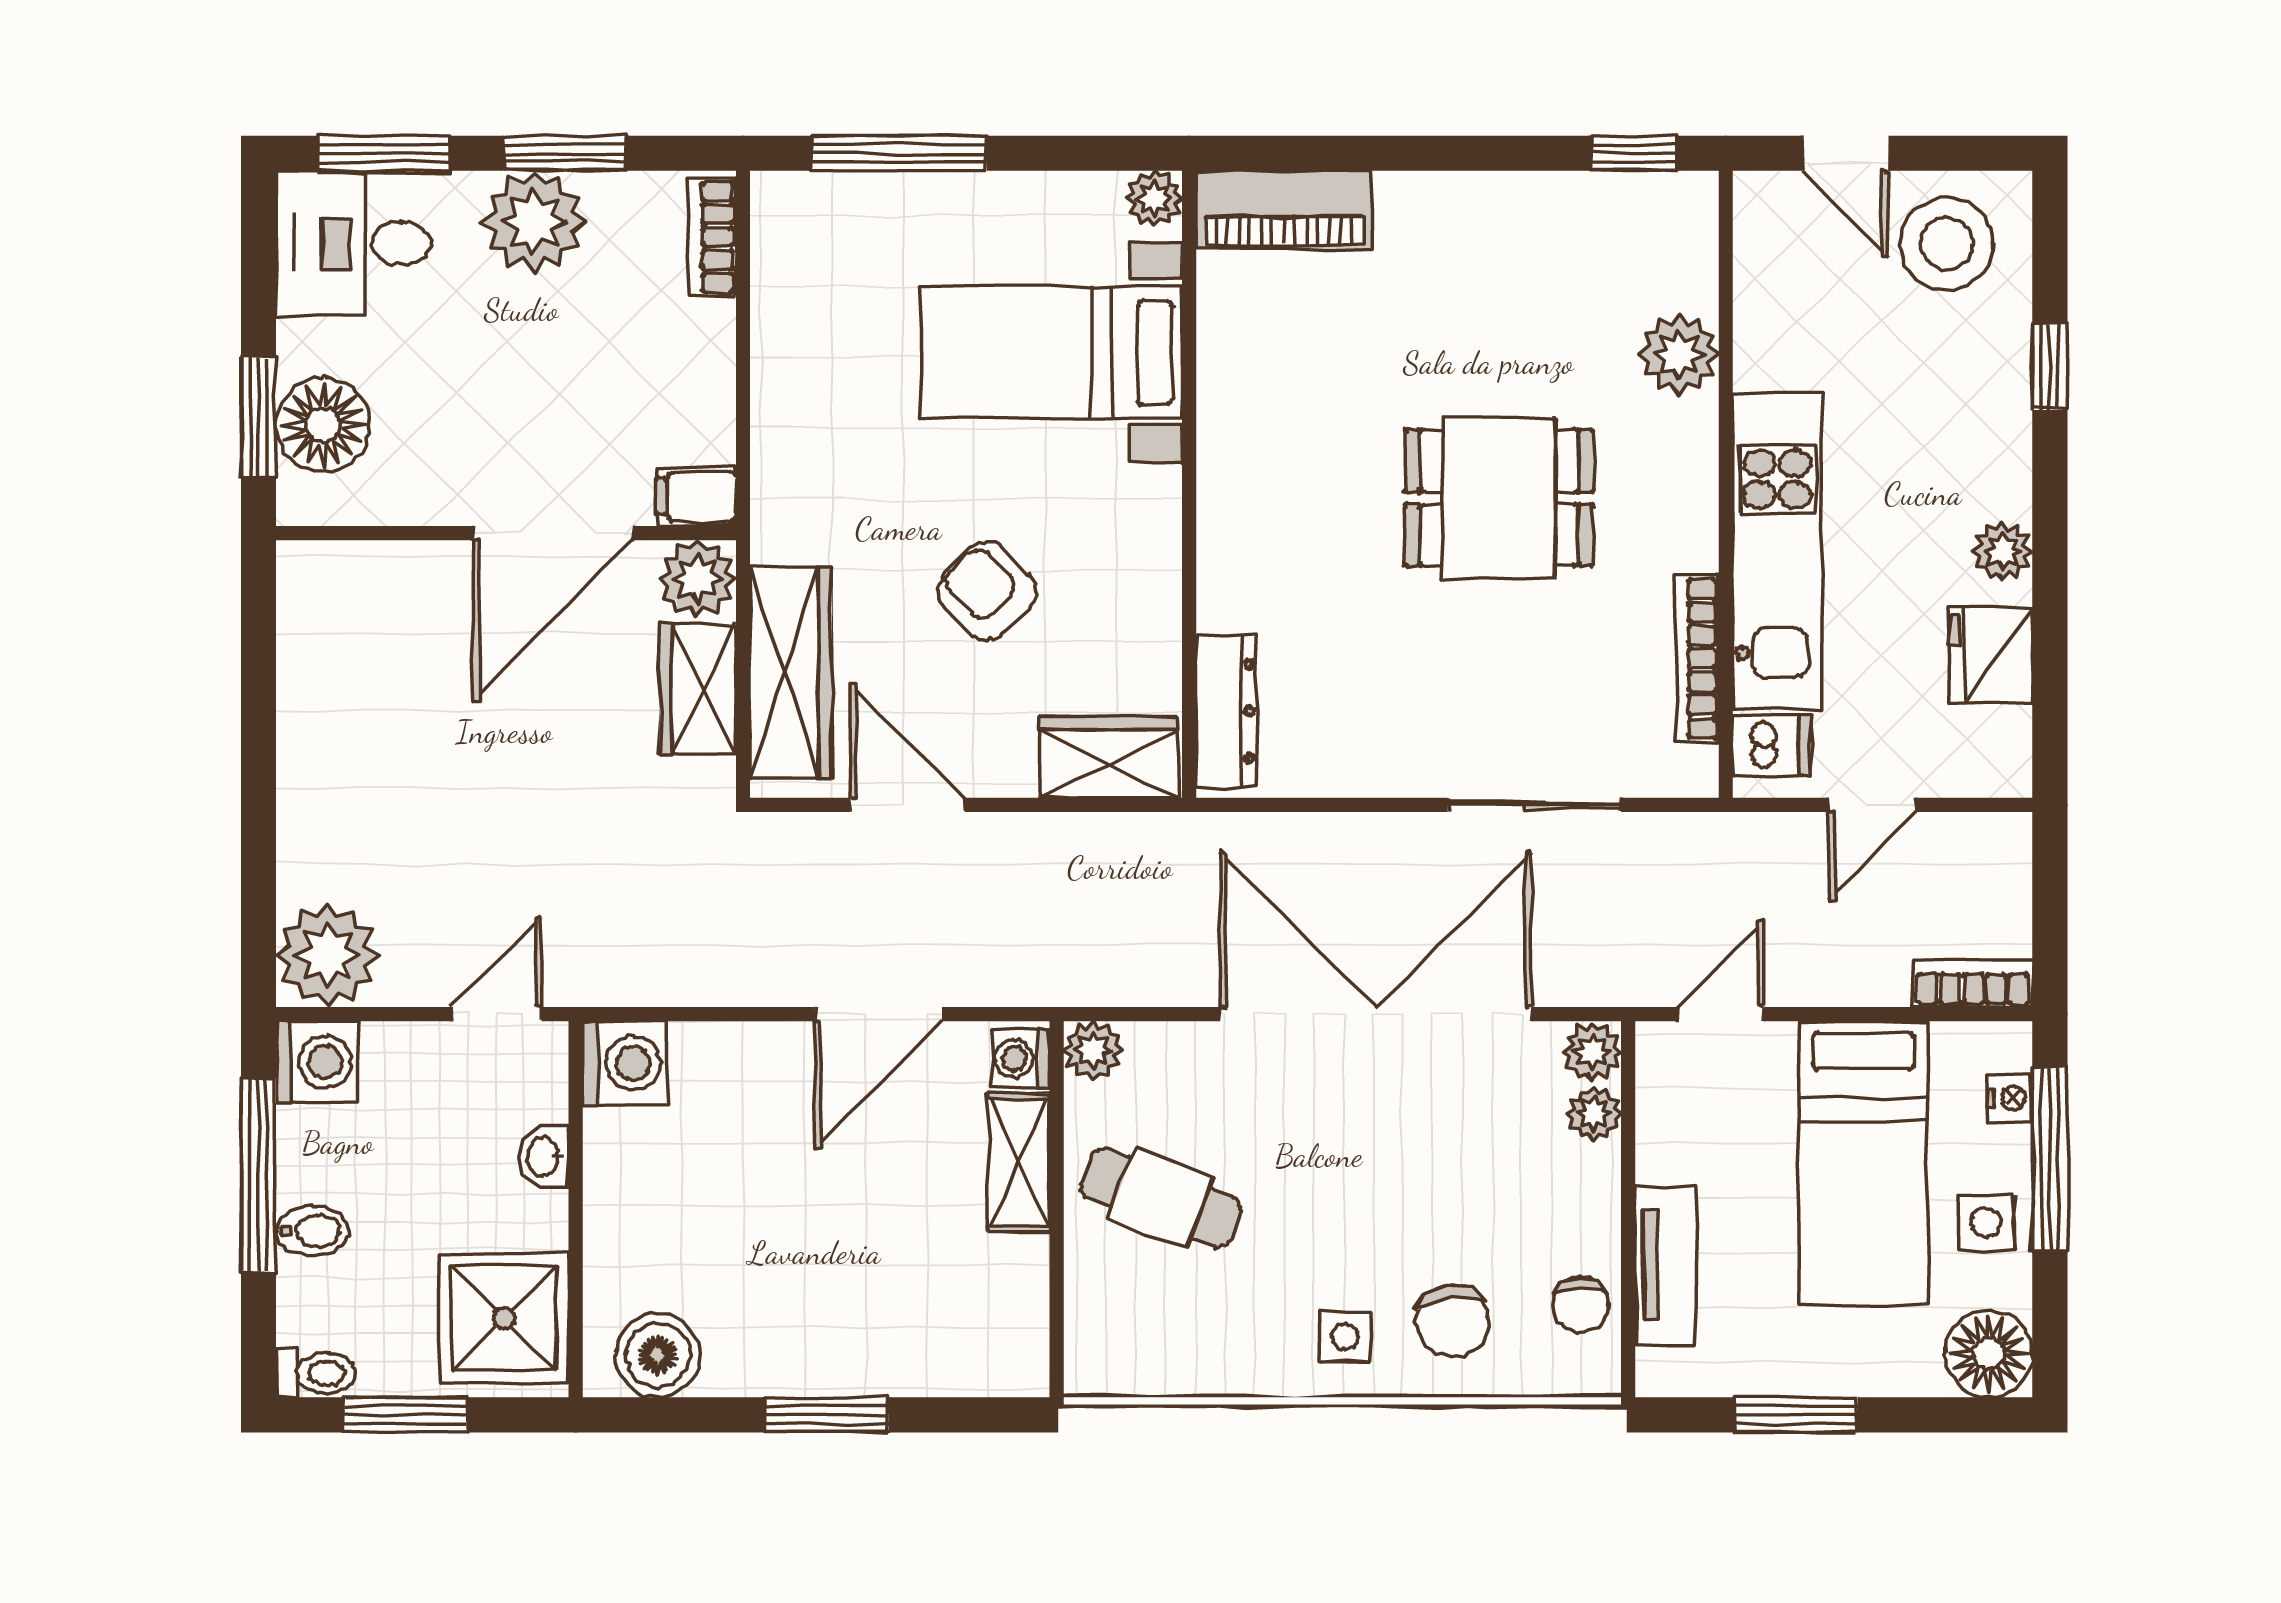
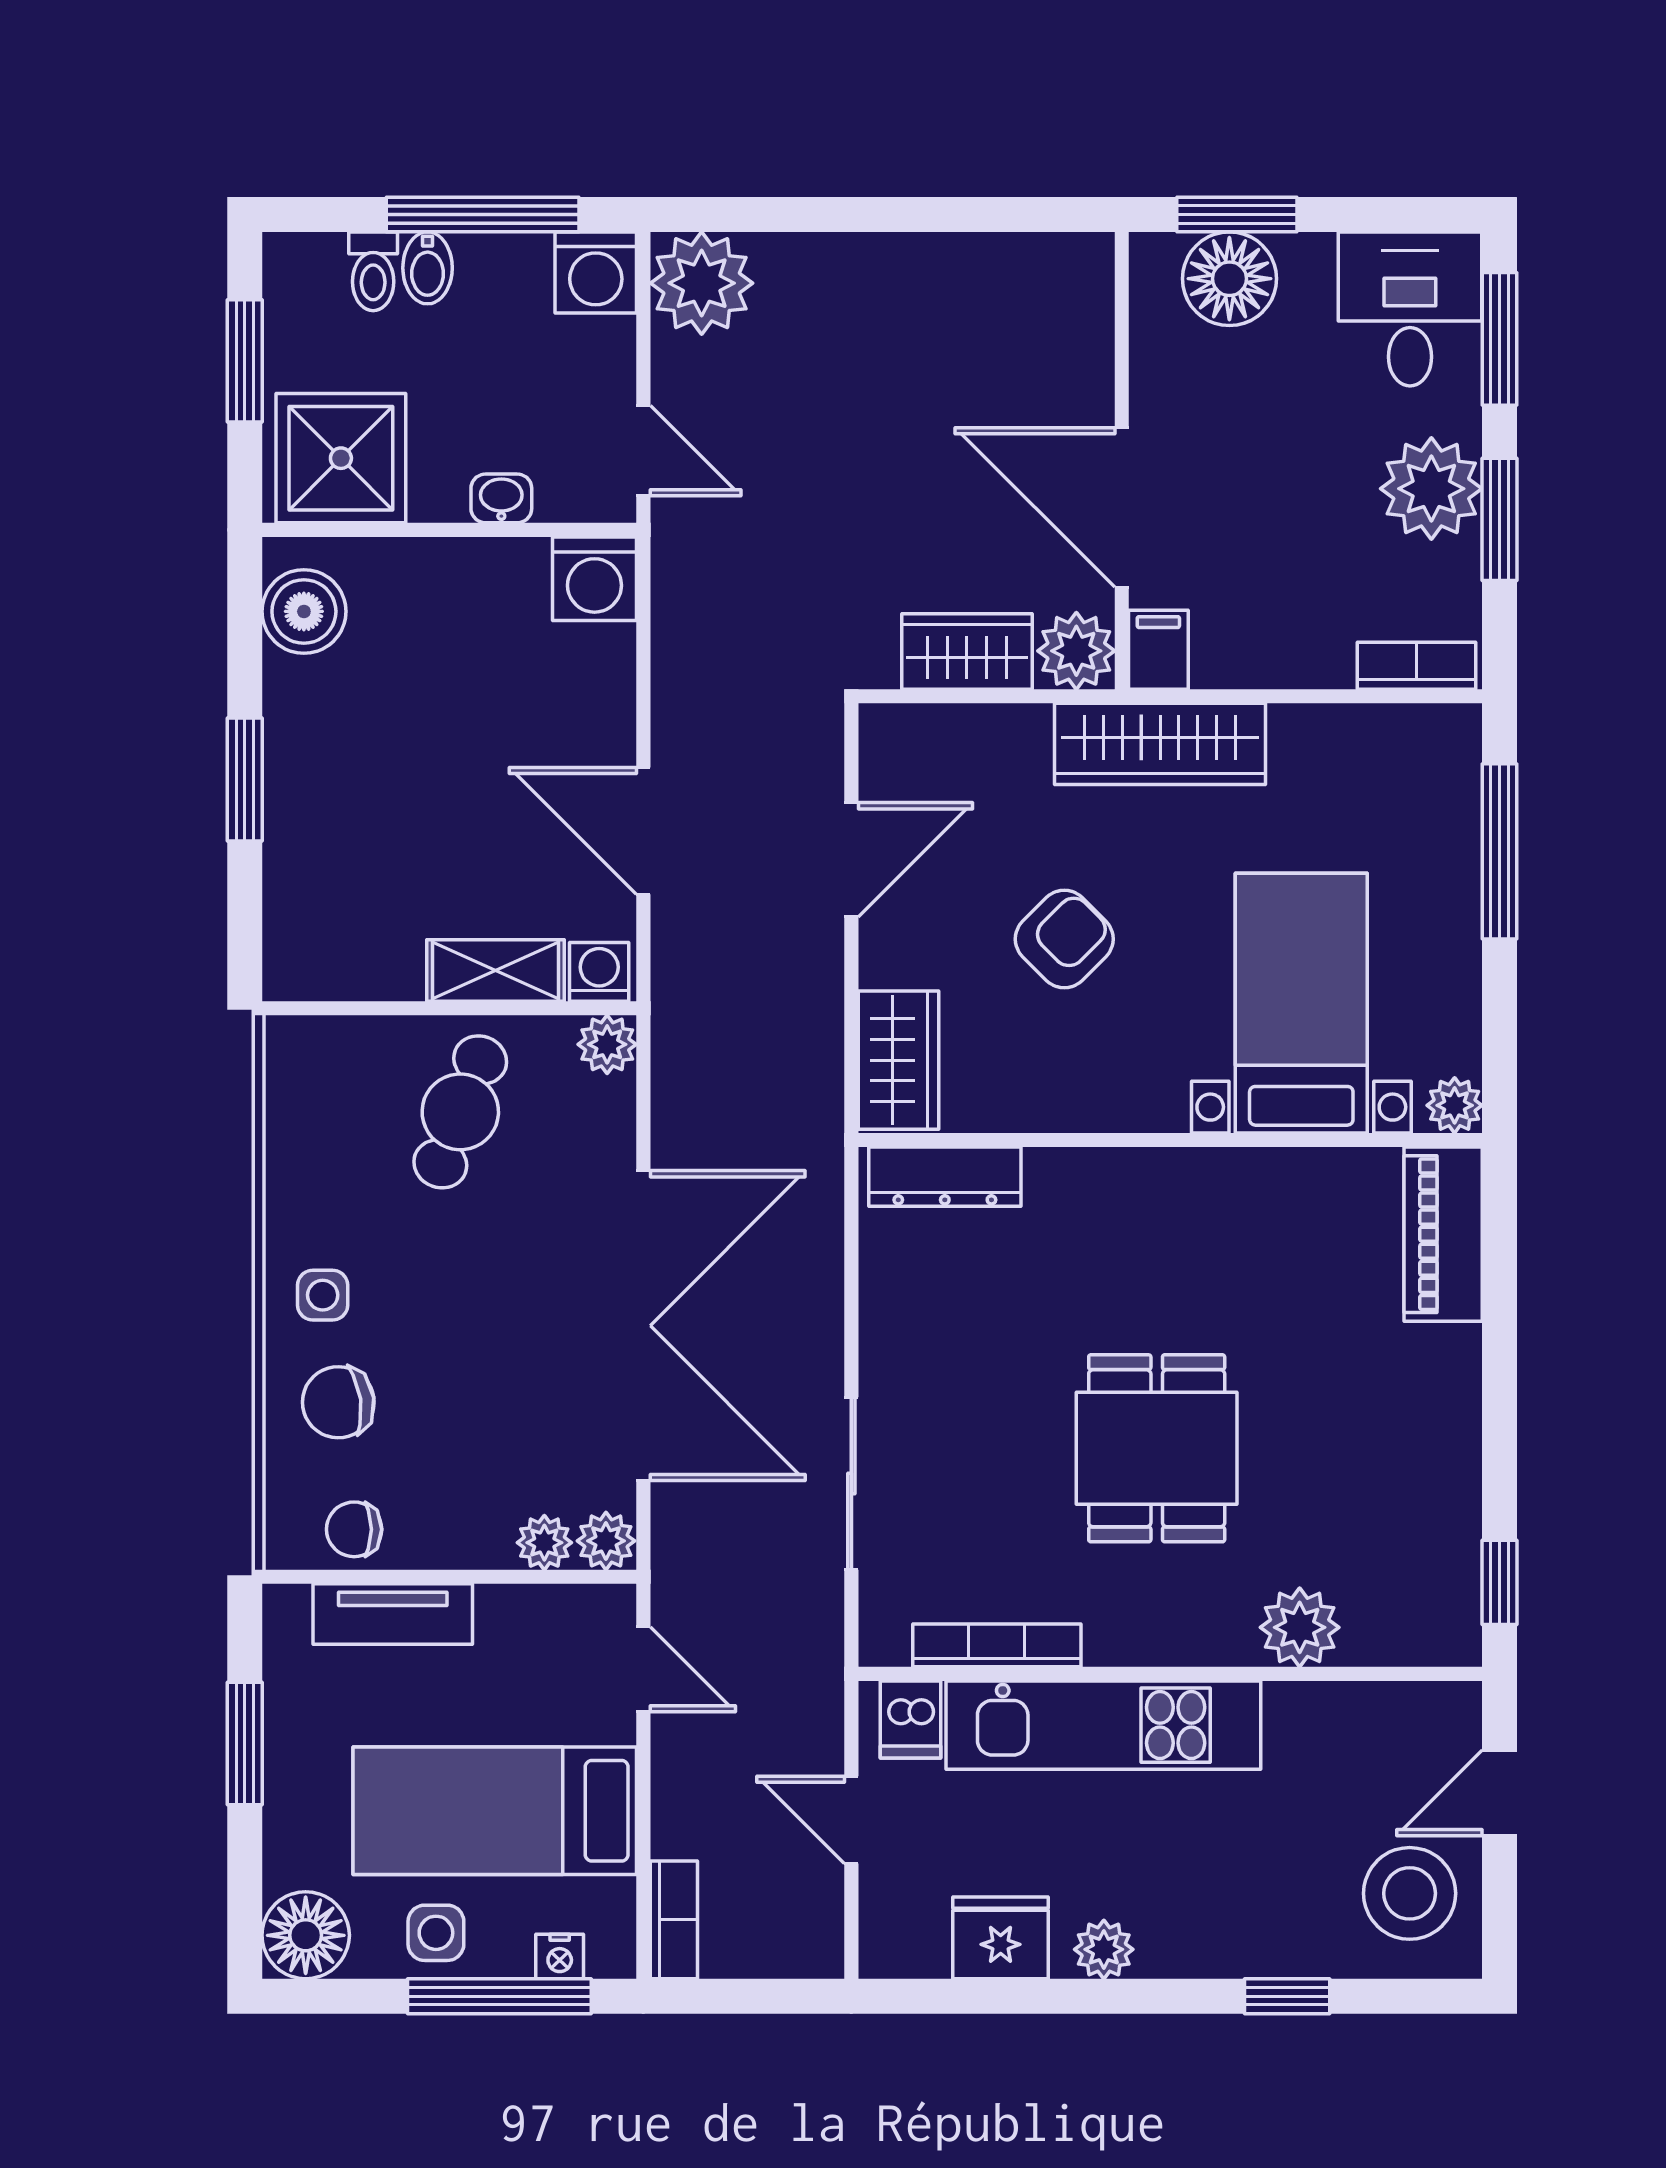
wardrobe: (791, 673) -> (1160, 744), moved
toilet: (316, 1373) -> (373, 271), moved

